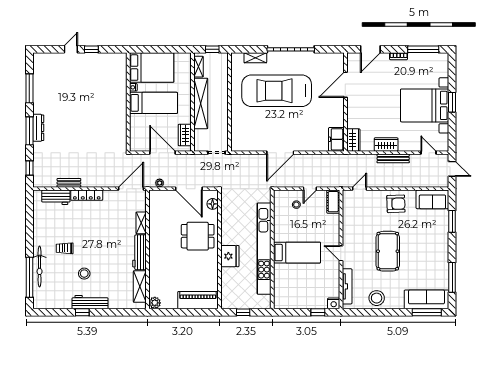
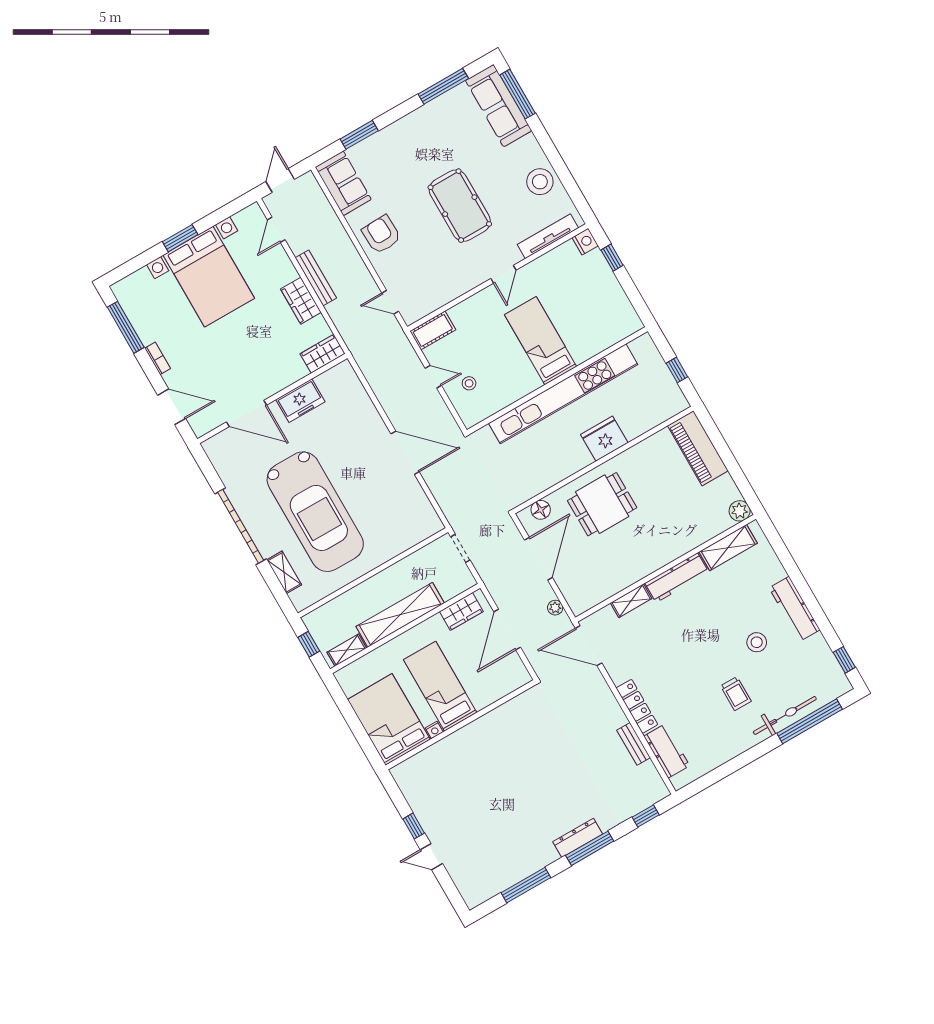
freezer: (336, 139) -> (300, 401), moved
dining table: (198, 236) -> (602, 504), turned 90
pool table: (388, 251) -> (460, 206), turned 90
window: (82, 312) -> (844, 660), moved

